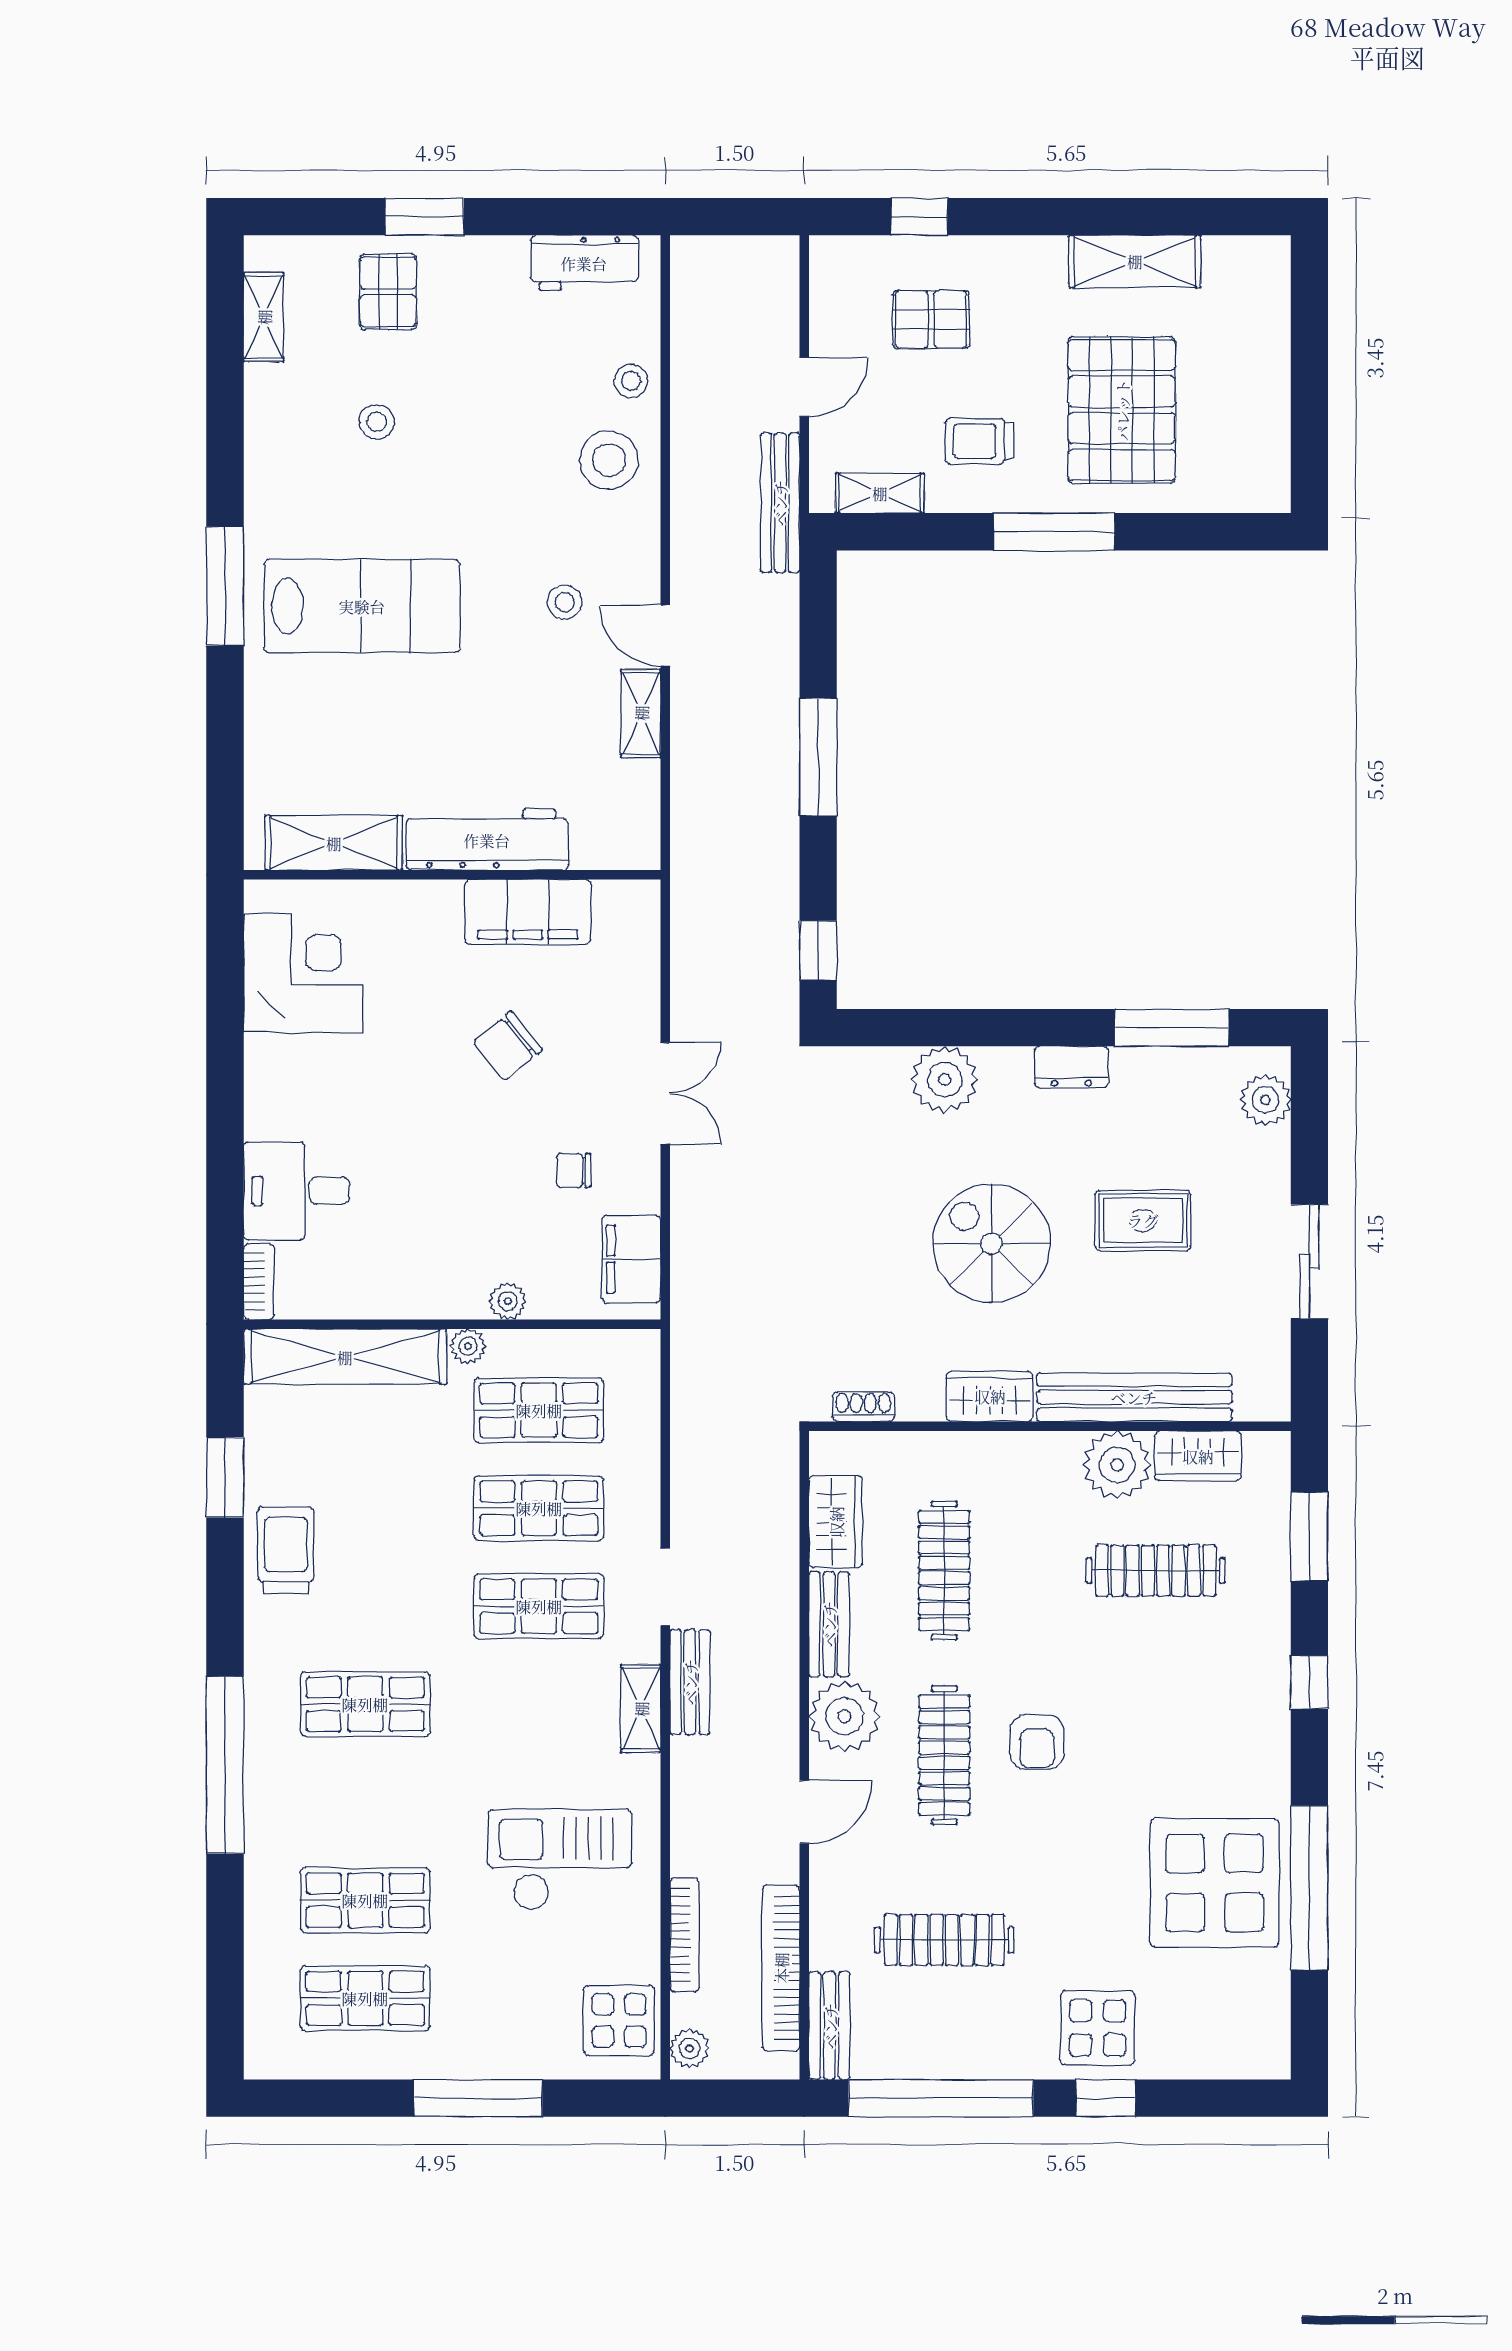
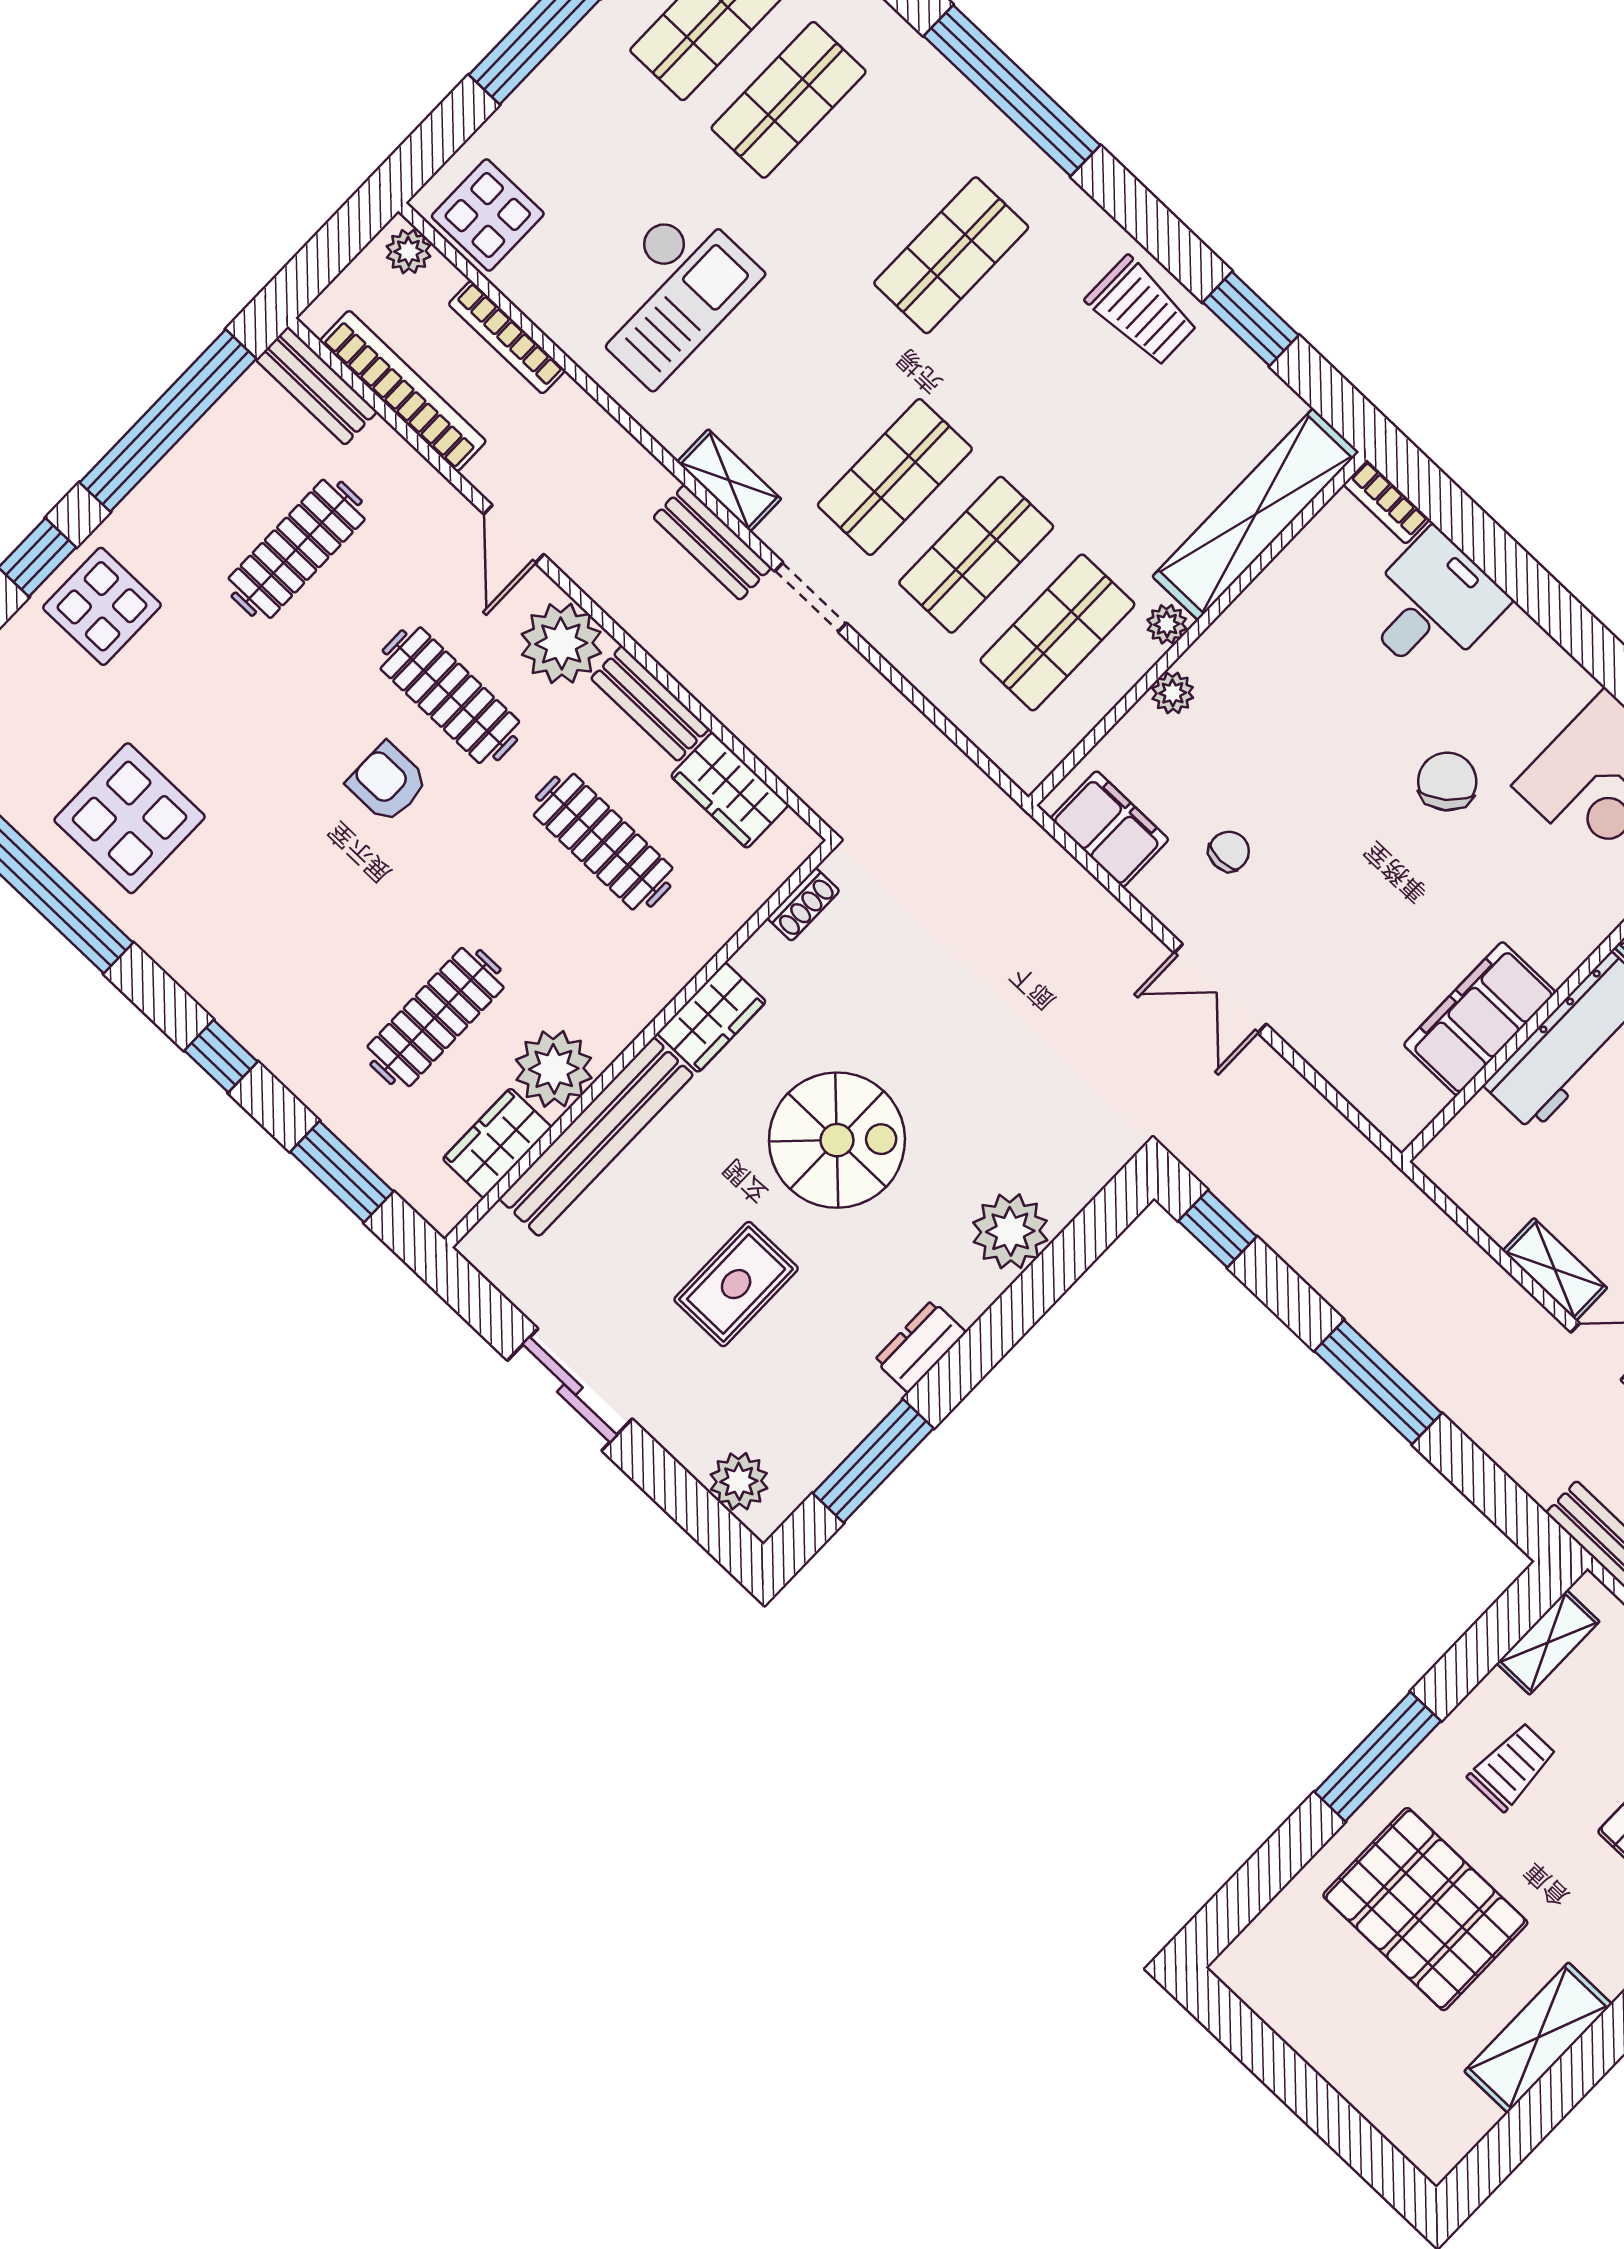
chair: (508, 1046) -> (1447, 781), moved
display table: (1215, 1883) -> (130, 818), width x0.73, depth x0.73

